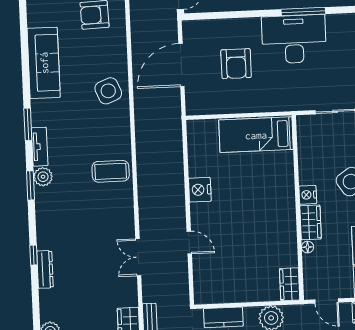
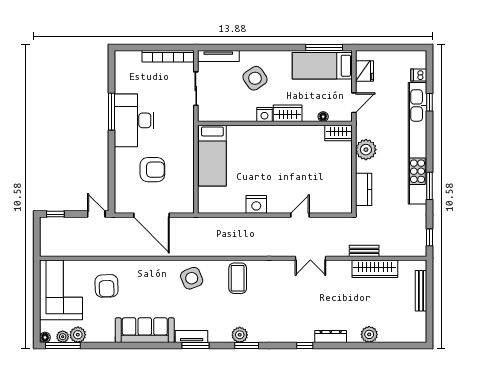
side table: (108, 91) -> (192, 278), moved
tv unit: (40, 147) -> (192, 337), moved
floor lamp: (308, 247) -> (323, 117), moved
dresser: (45, 269) -> (331, 337), moved

